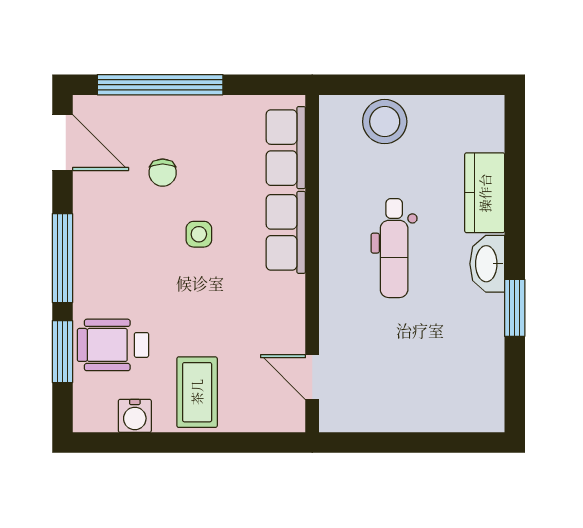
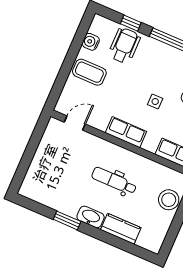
row of seats: (286, 232) -> (126, 132), moved
window: (62, 352) -> (131, 23), width x0.67

